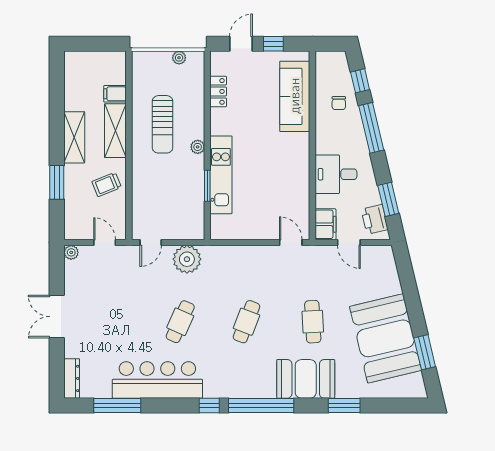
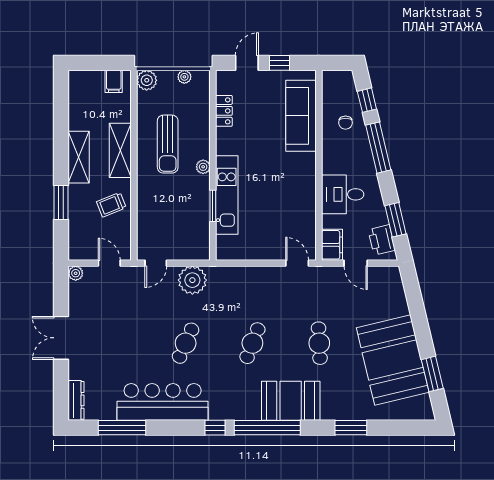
plant: (142, 61) -> (147, 80), added
filing cabinet: (115, 94) -> (114, 81), moved, turned -90
booth: (306, 379) -> (291, 401), moved

